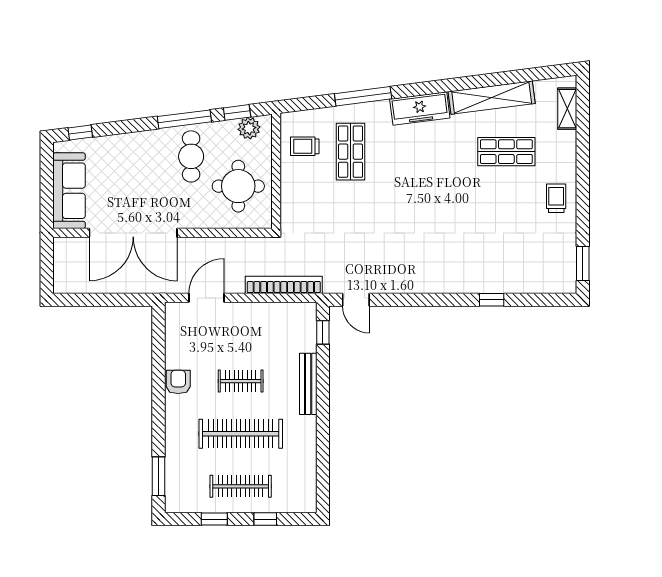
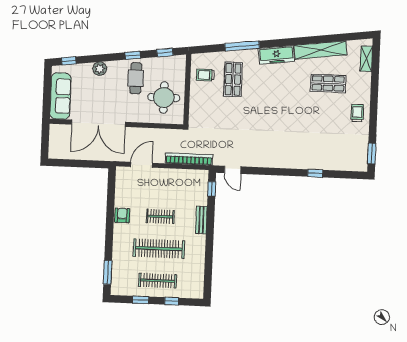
window: (184, 119) -> (133, 55), width x0.46
plant: (249, 128) -> (100, 69), moved
bench: (308, 384) -> (201, 220), width x0.73

